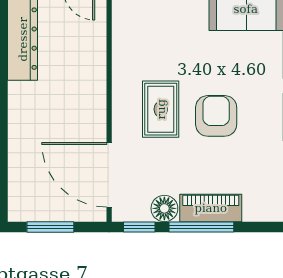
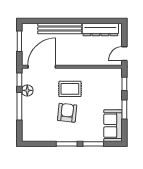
armchair: (216, 116) -> (67, 113), turned -84
bench: (20, 133) -> (60, 28), added
piano: (211, 208) -> (27, 110), removed

